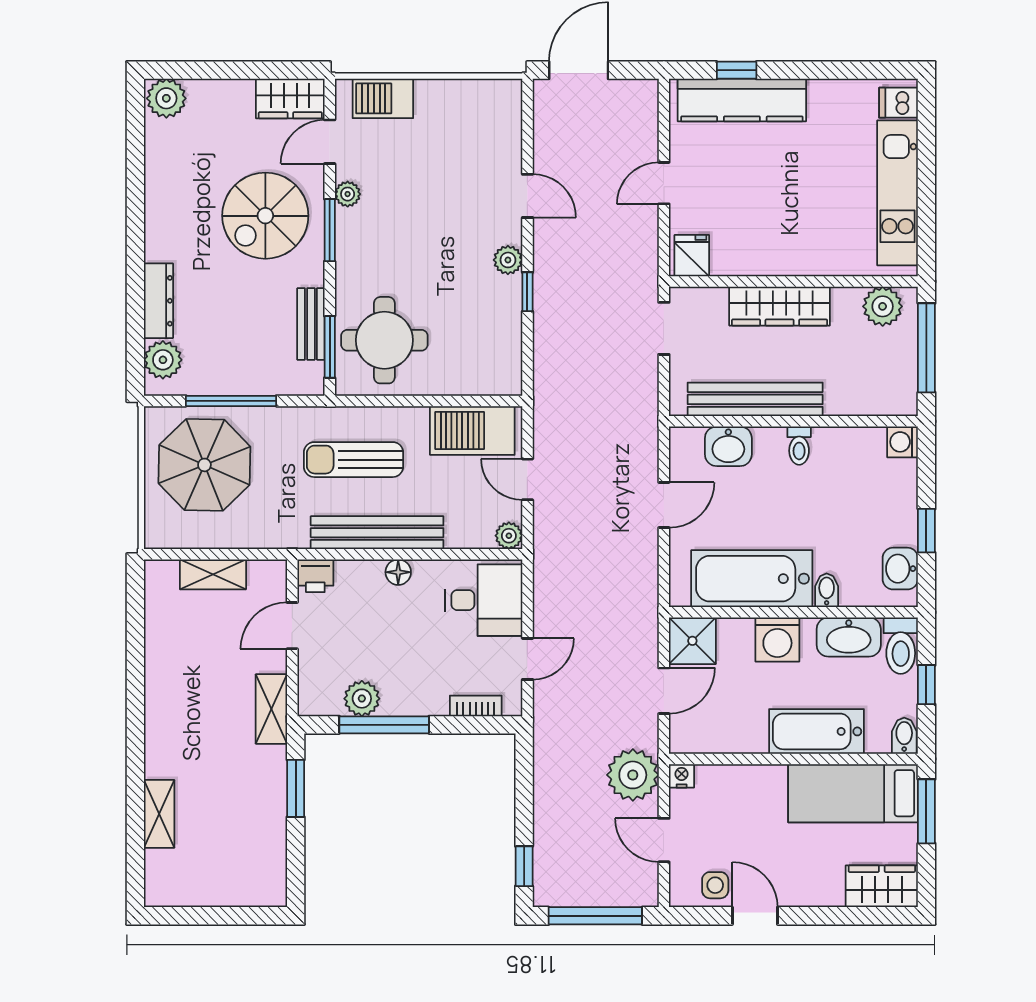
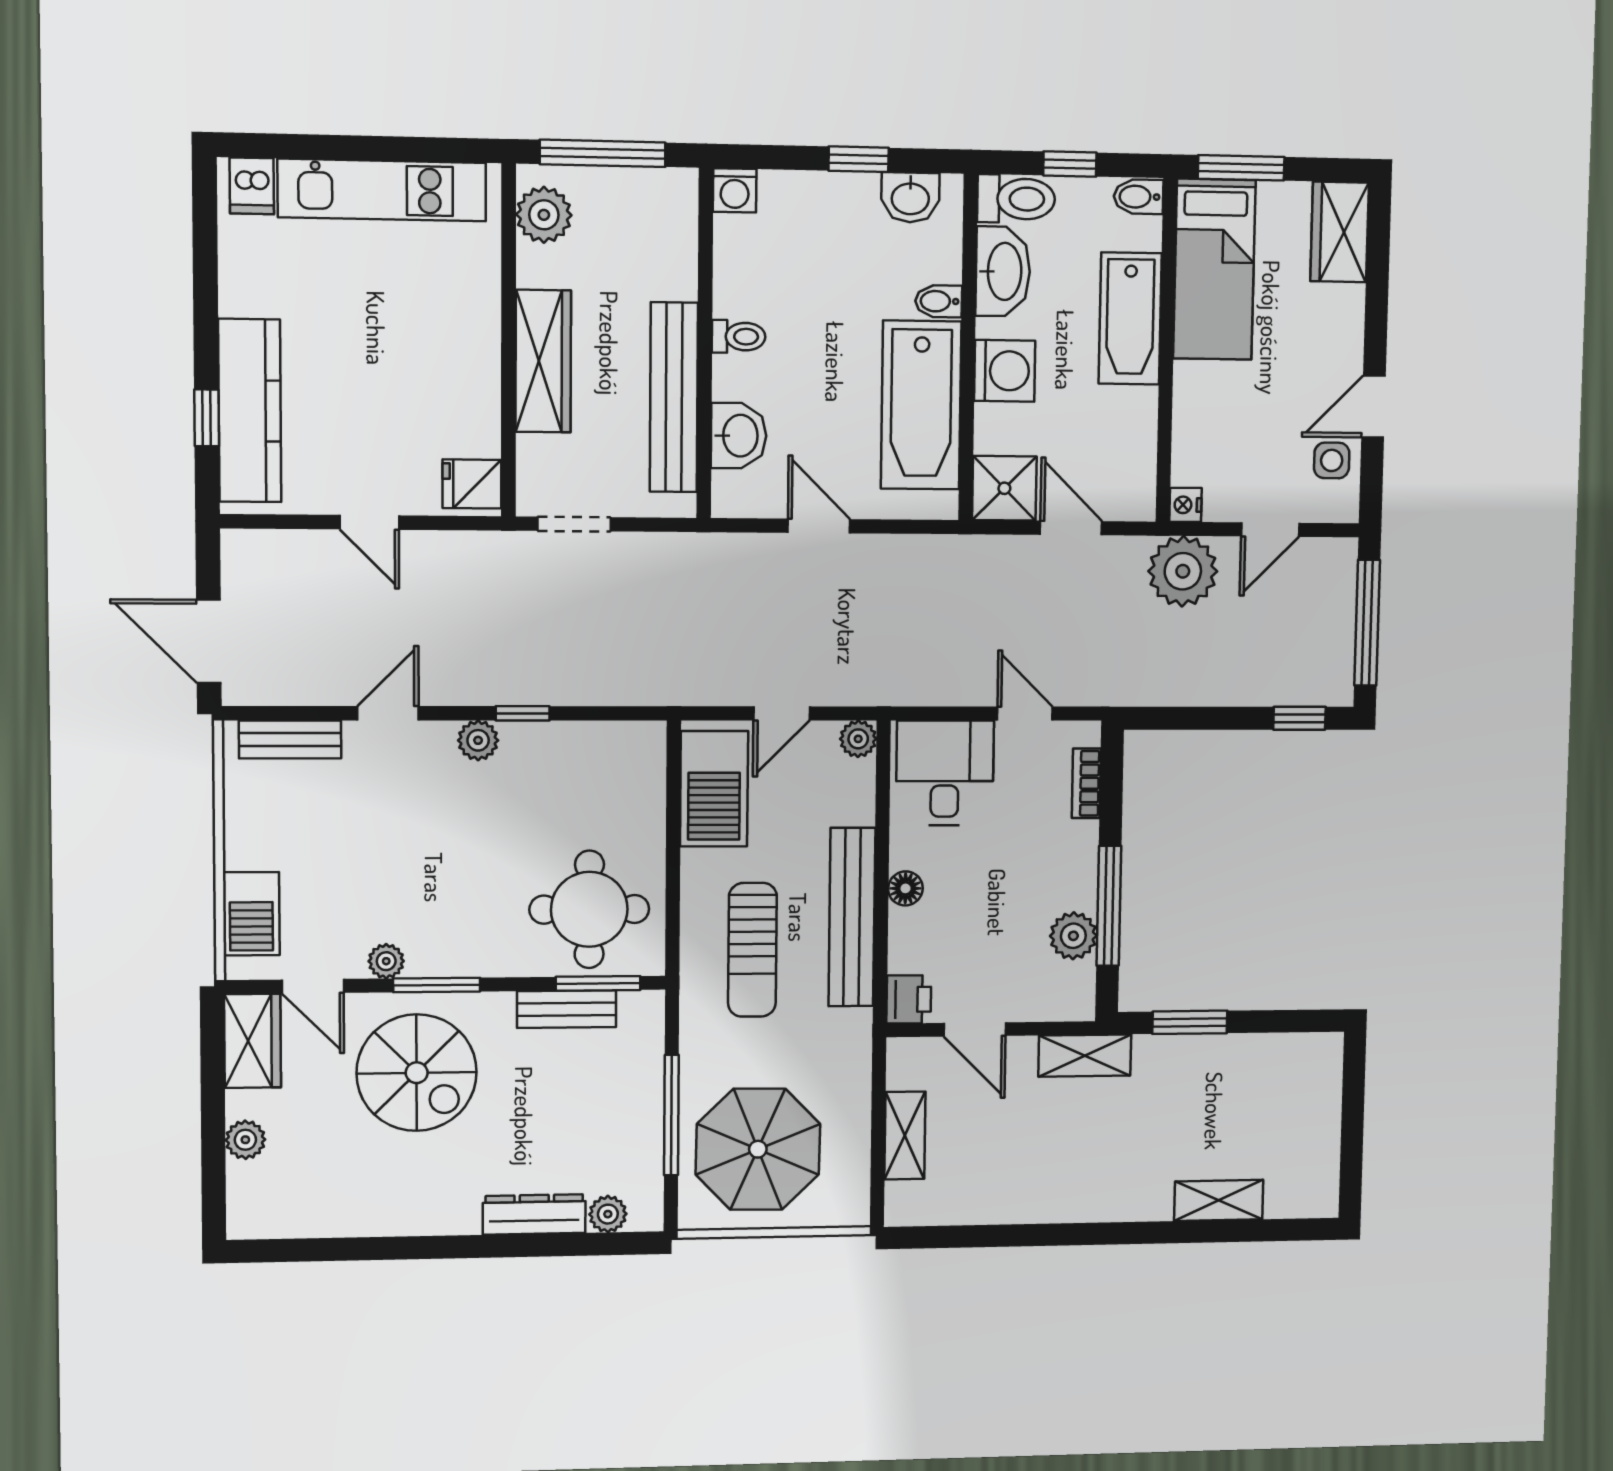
plant: (166, 98) -> (245, 1140), moved, width x0.73, depth x0.73
bench: (509, 127) -> (290, 739), added
plant: (163, 360) -> (608, 1214), width x0.73, depth x0.73

